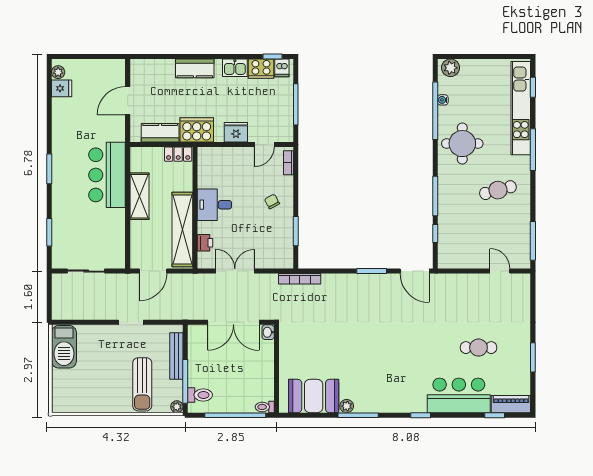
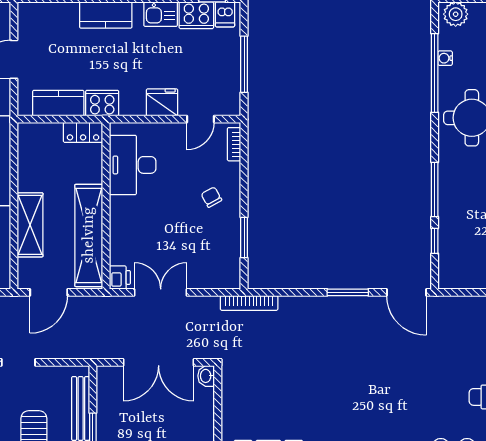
cooker: (197, 130) -> (102, 103), width x0.73, depth x0.76
shelving: (139, 196) -> (30, 225), moved
desk: (214, 205) -> (133, 165), moved, width x1.37
printer: (205, 243) -> (120, 277), moved

